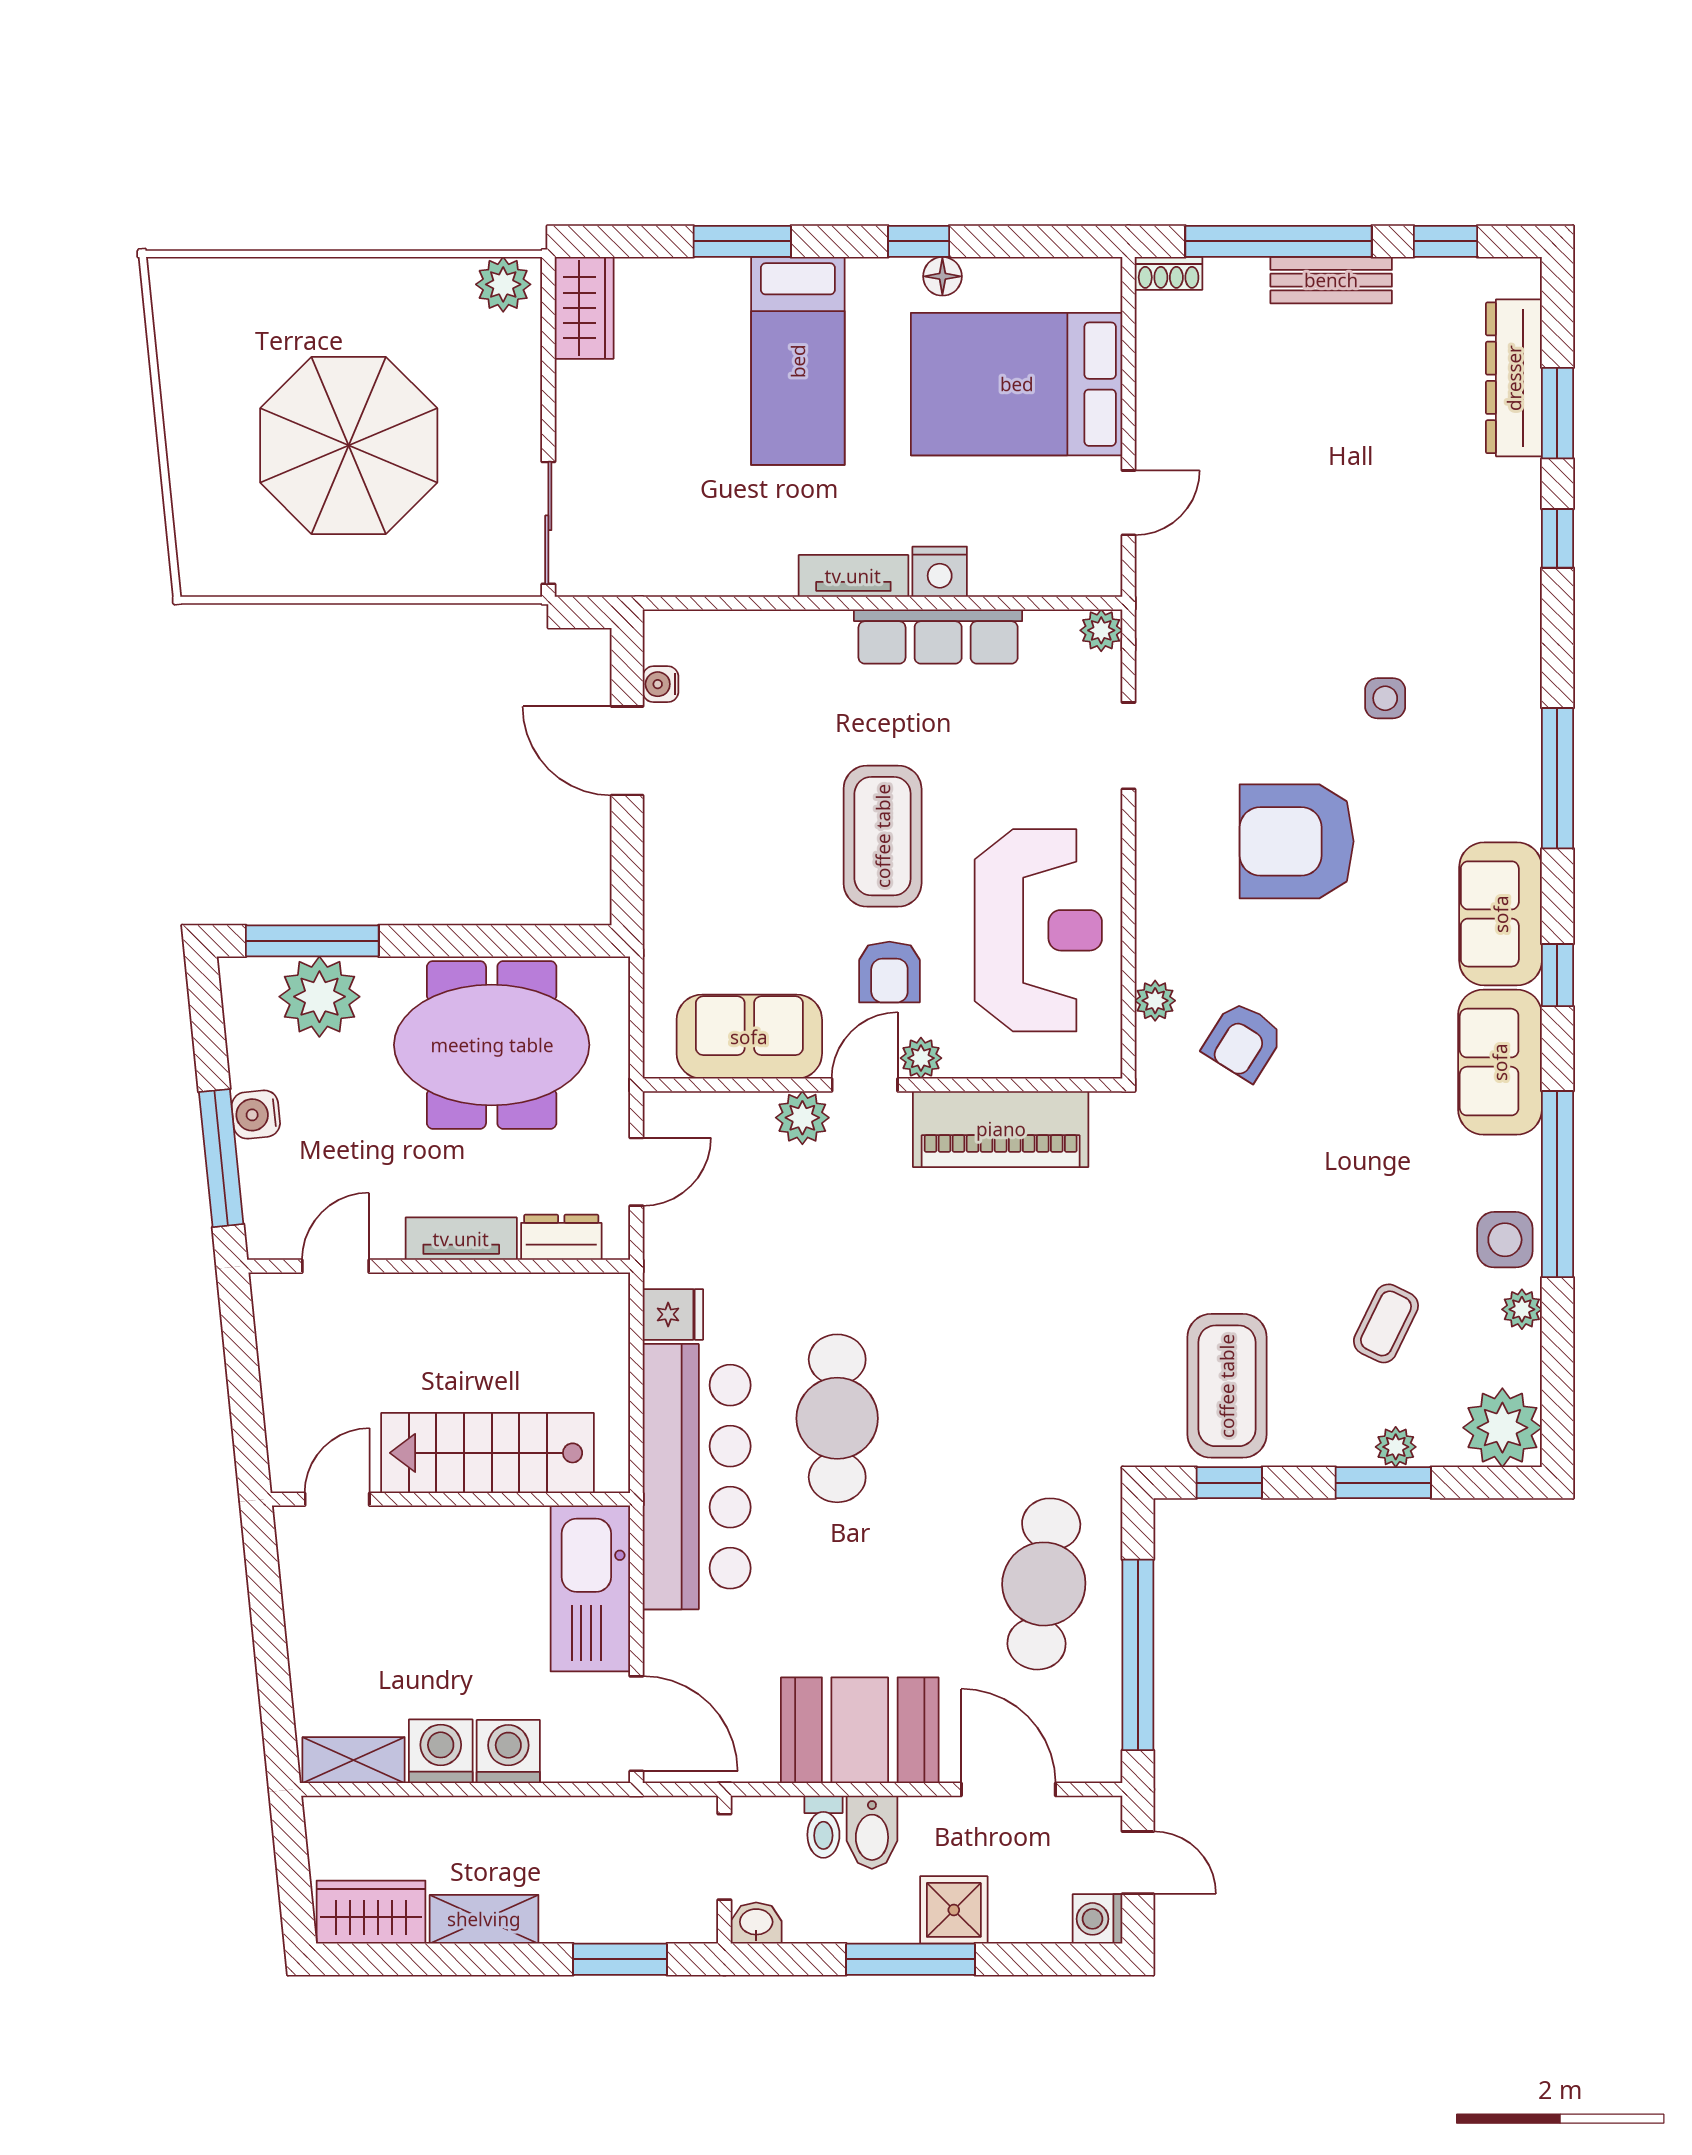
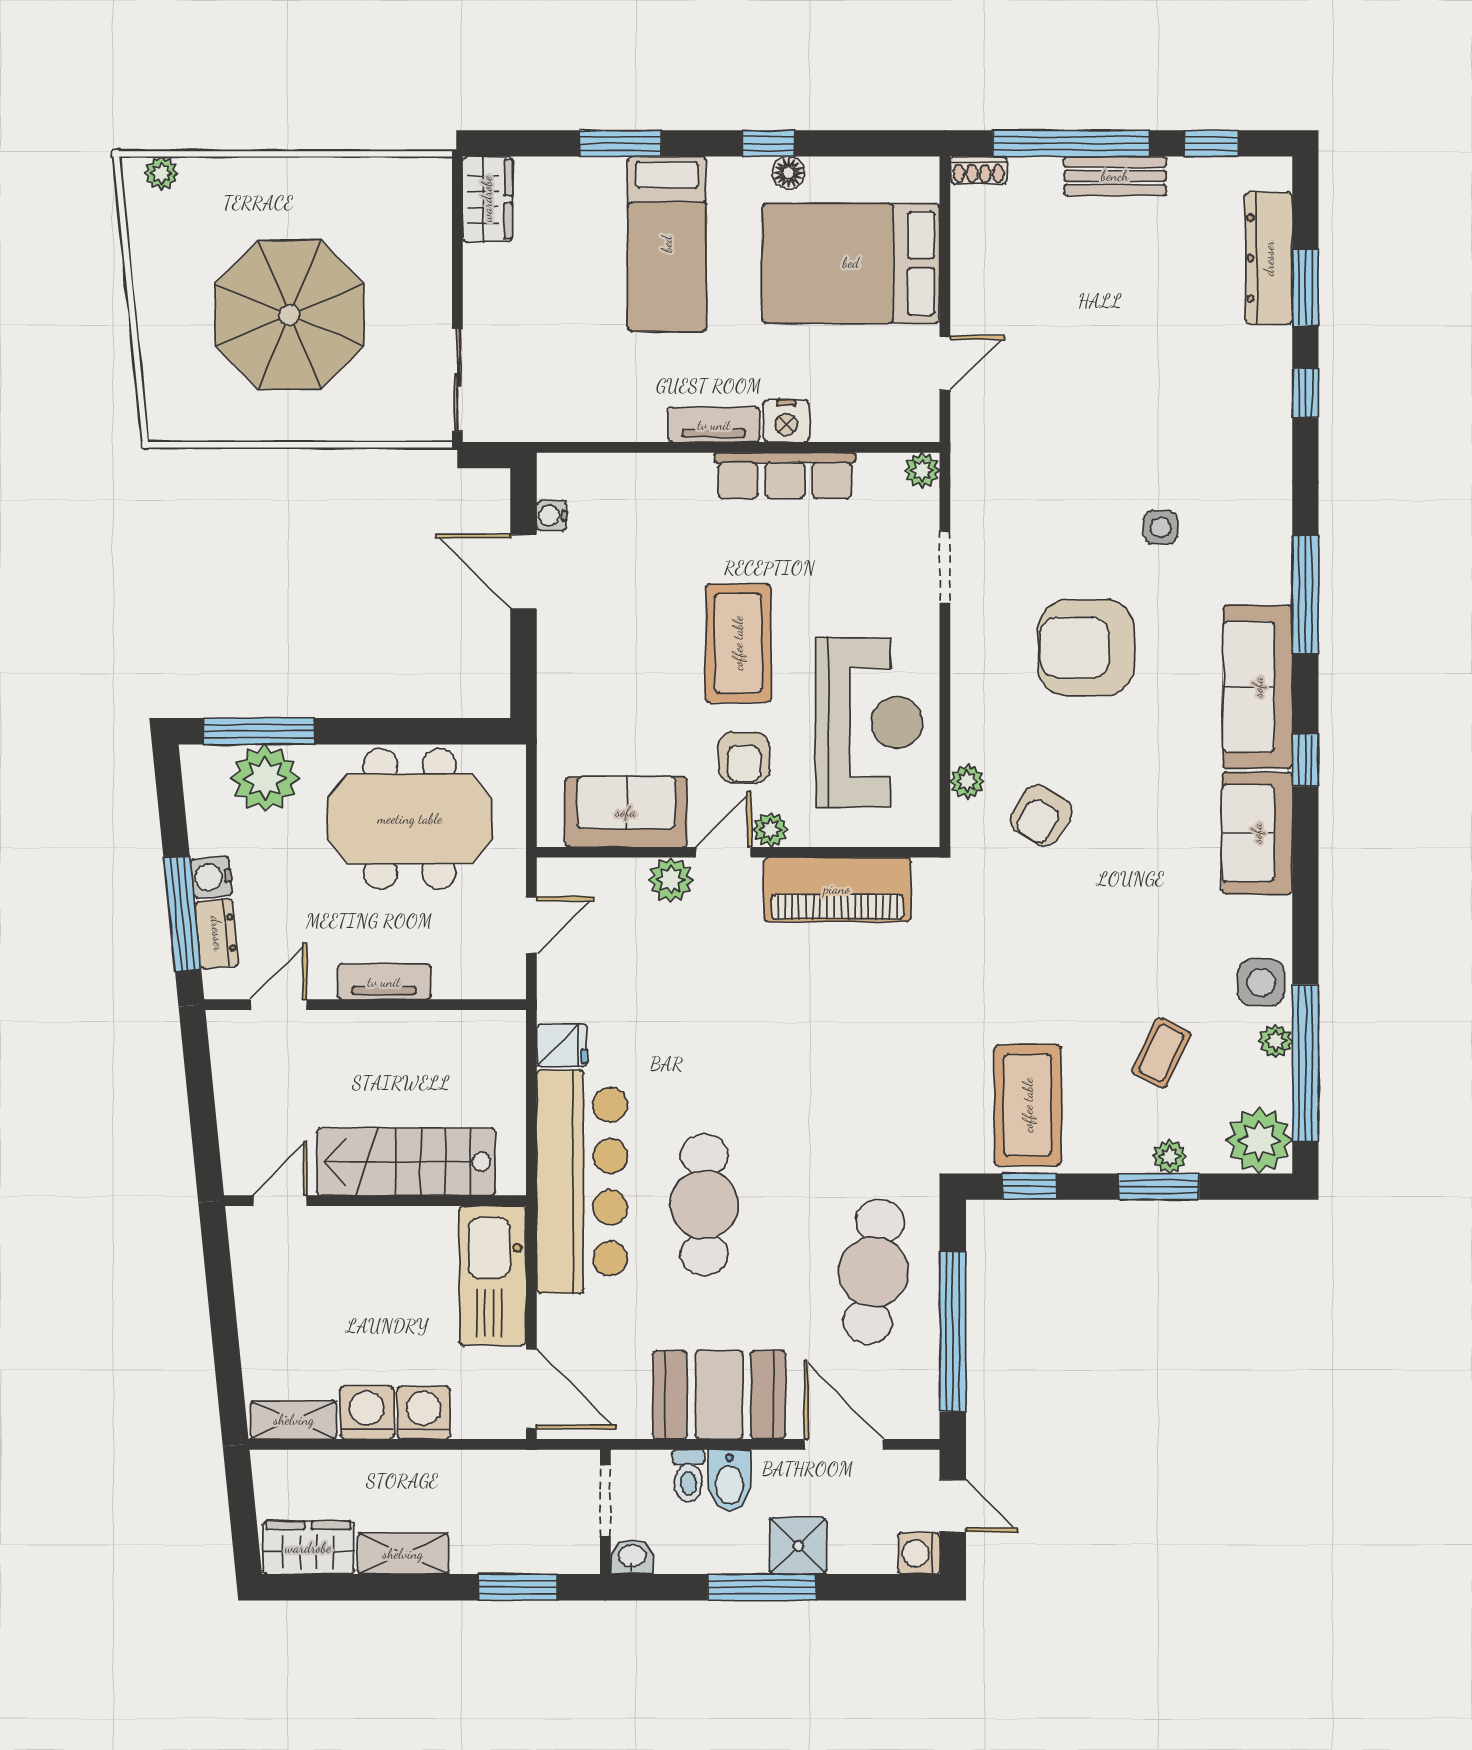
plant: (503, 284) -> (161, 173), moved, width x0.73, depth x0.73
sofa: (1501, 914) -> (1258, 687), width x1.36
window: (1557, 1184) -> (1305, 1063), moved
dresser: (561, 1237) -> (217, 934), moved, turned 84
cafe table: (837, 1418) -> (704, 1205), moved

